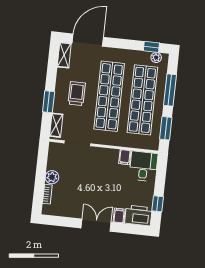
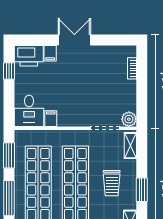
window: (49, 102) -> (142, 190), moved
plant: (52, 177) -> (129, 119), moved
double door: (96, 225) -> (74, 40), swing flipped

